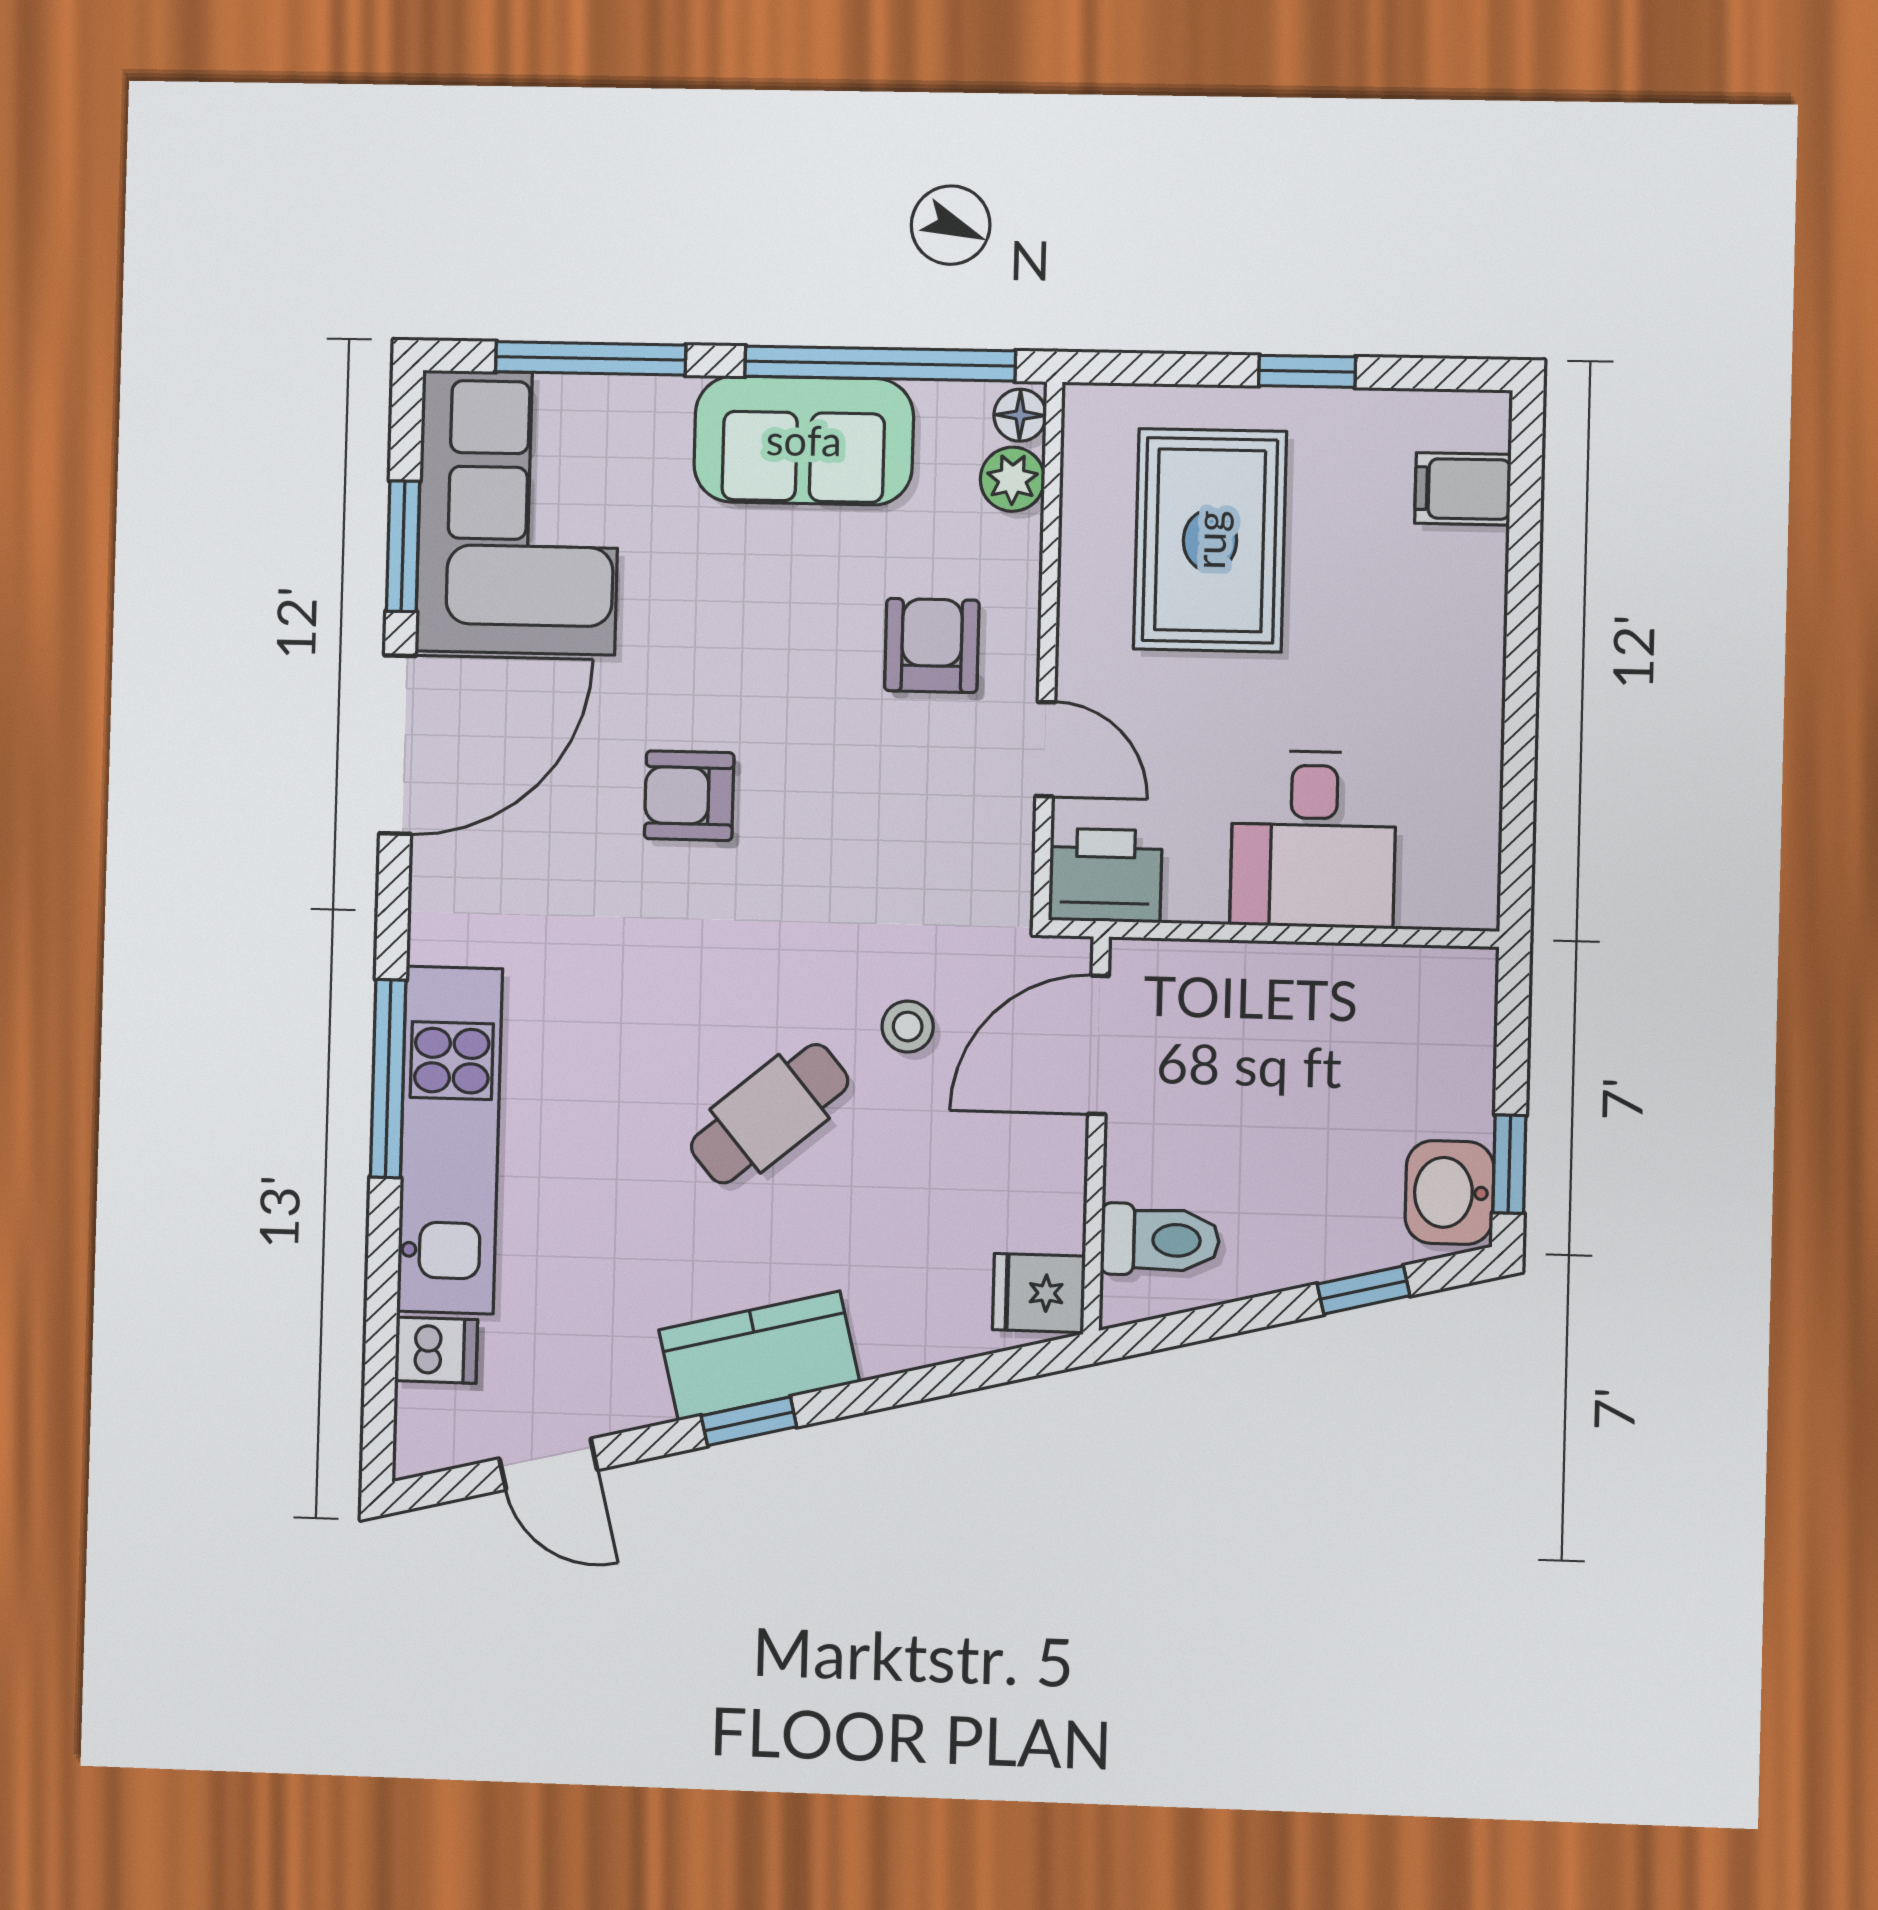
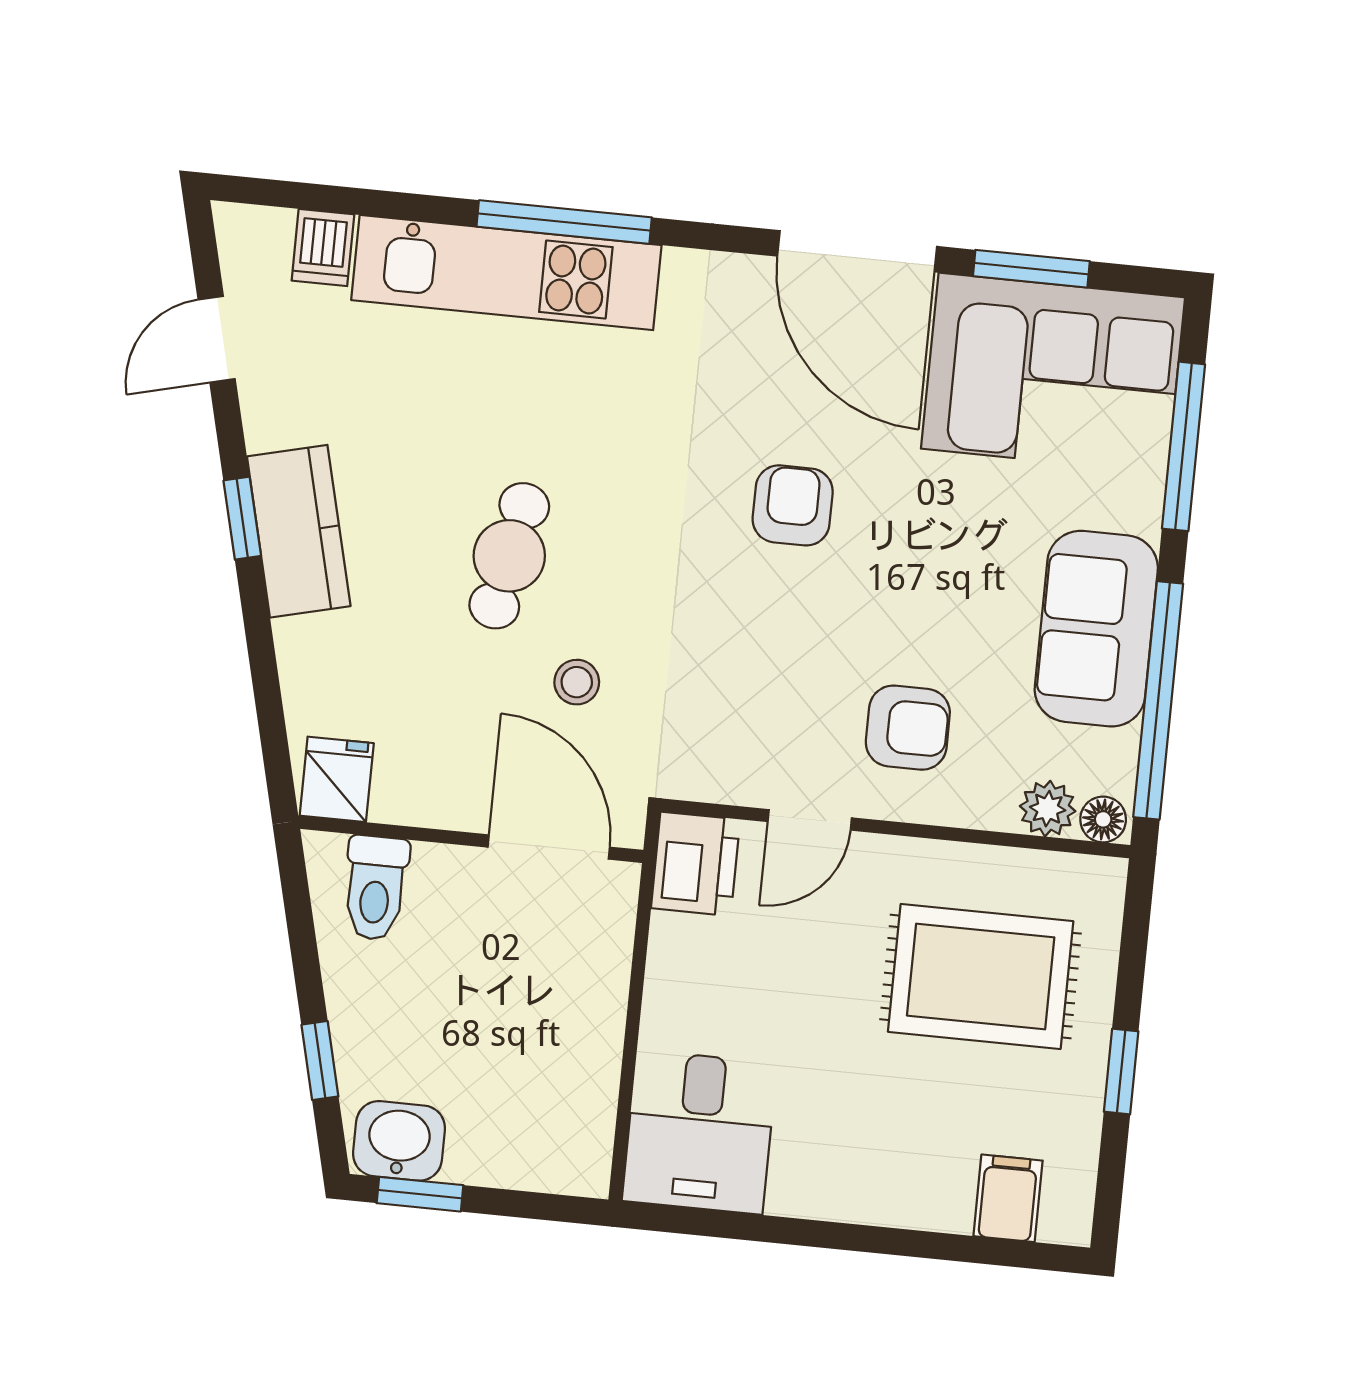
desk: (1313, 839) -> (700, 1132), moved, turned -90
cafe table: (770, 1114) -> (509, 556), turned 51

